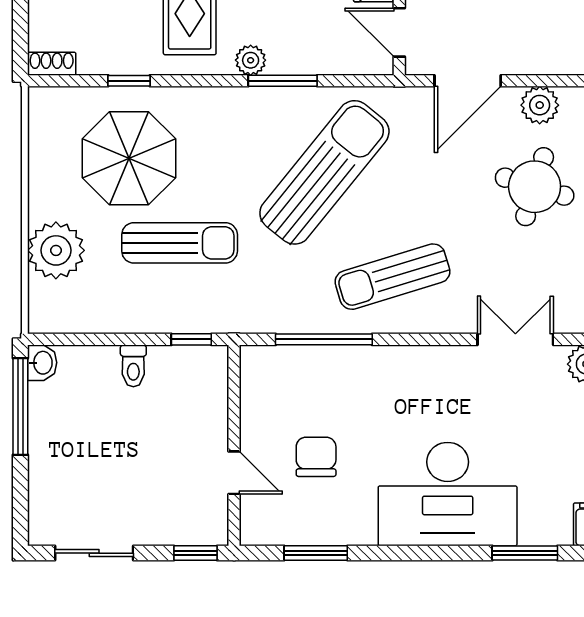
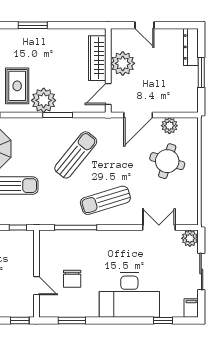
door: (399, 32) -> (108, 94), hinge flipped
plant: (251, 60) -> (44, 100), width x1.87, depth x1.87
sun lounger: (324, 172) -> (76, 155), width x0.73, depth x0.75
chair: (316, 457) -> (72, 279), turned 180
window: (525, 553) -> (163, 321), width x0.67

